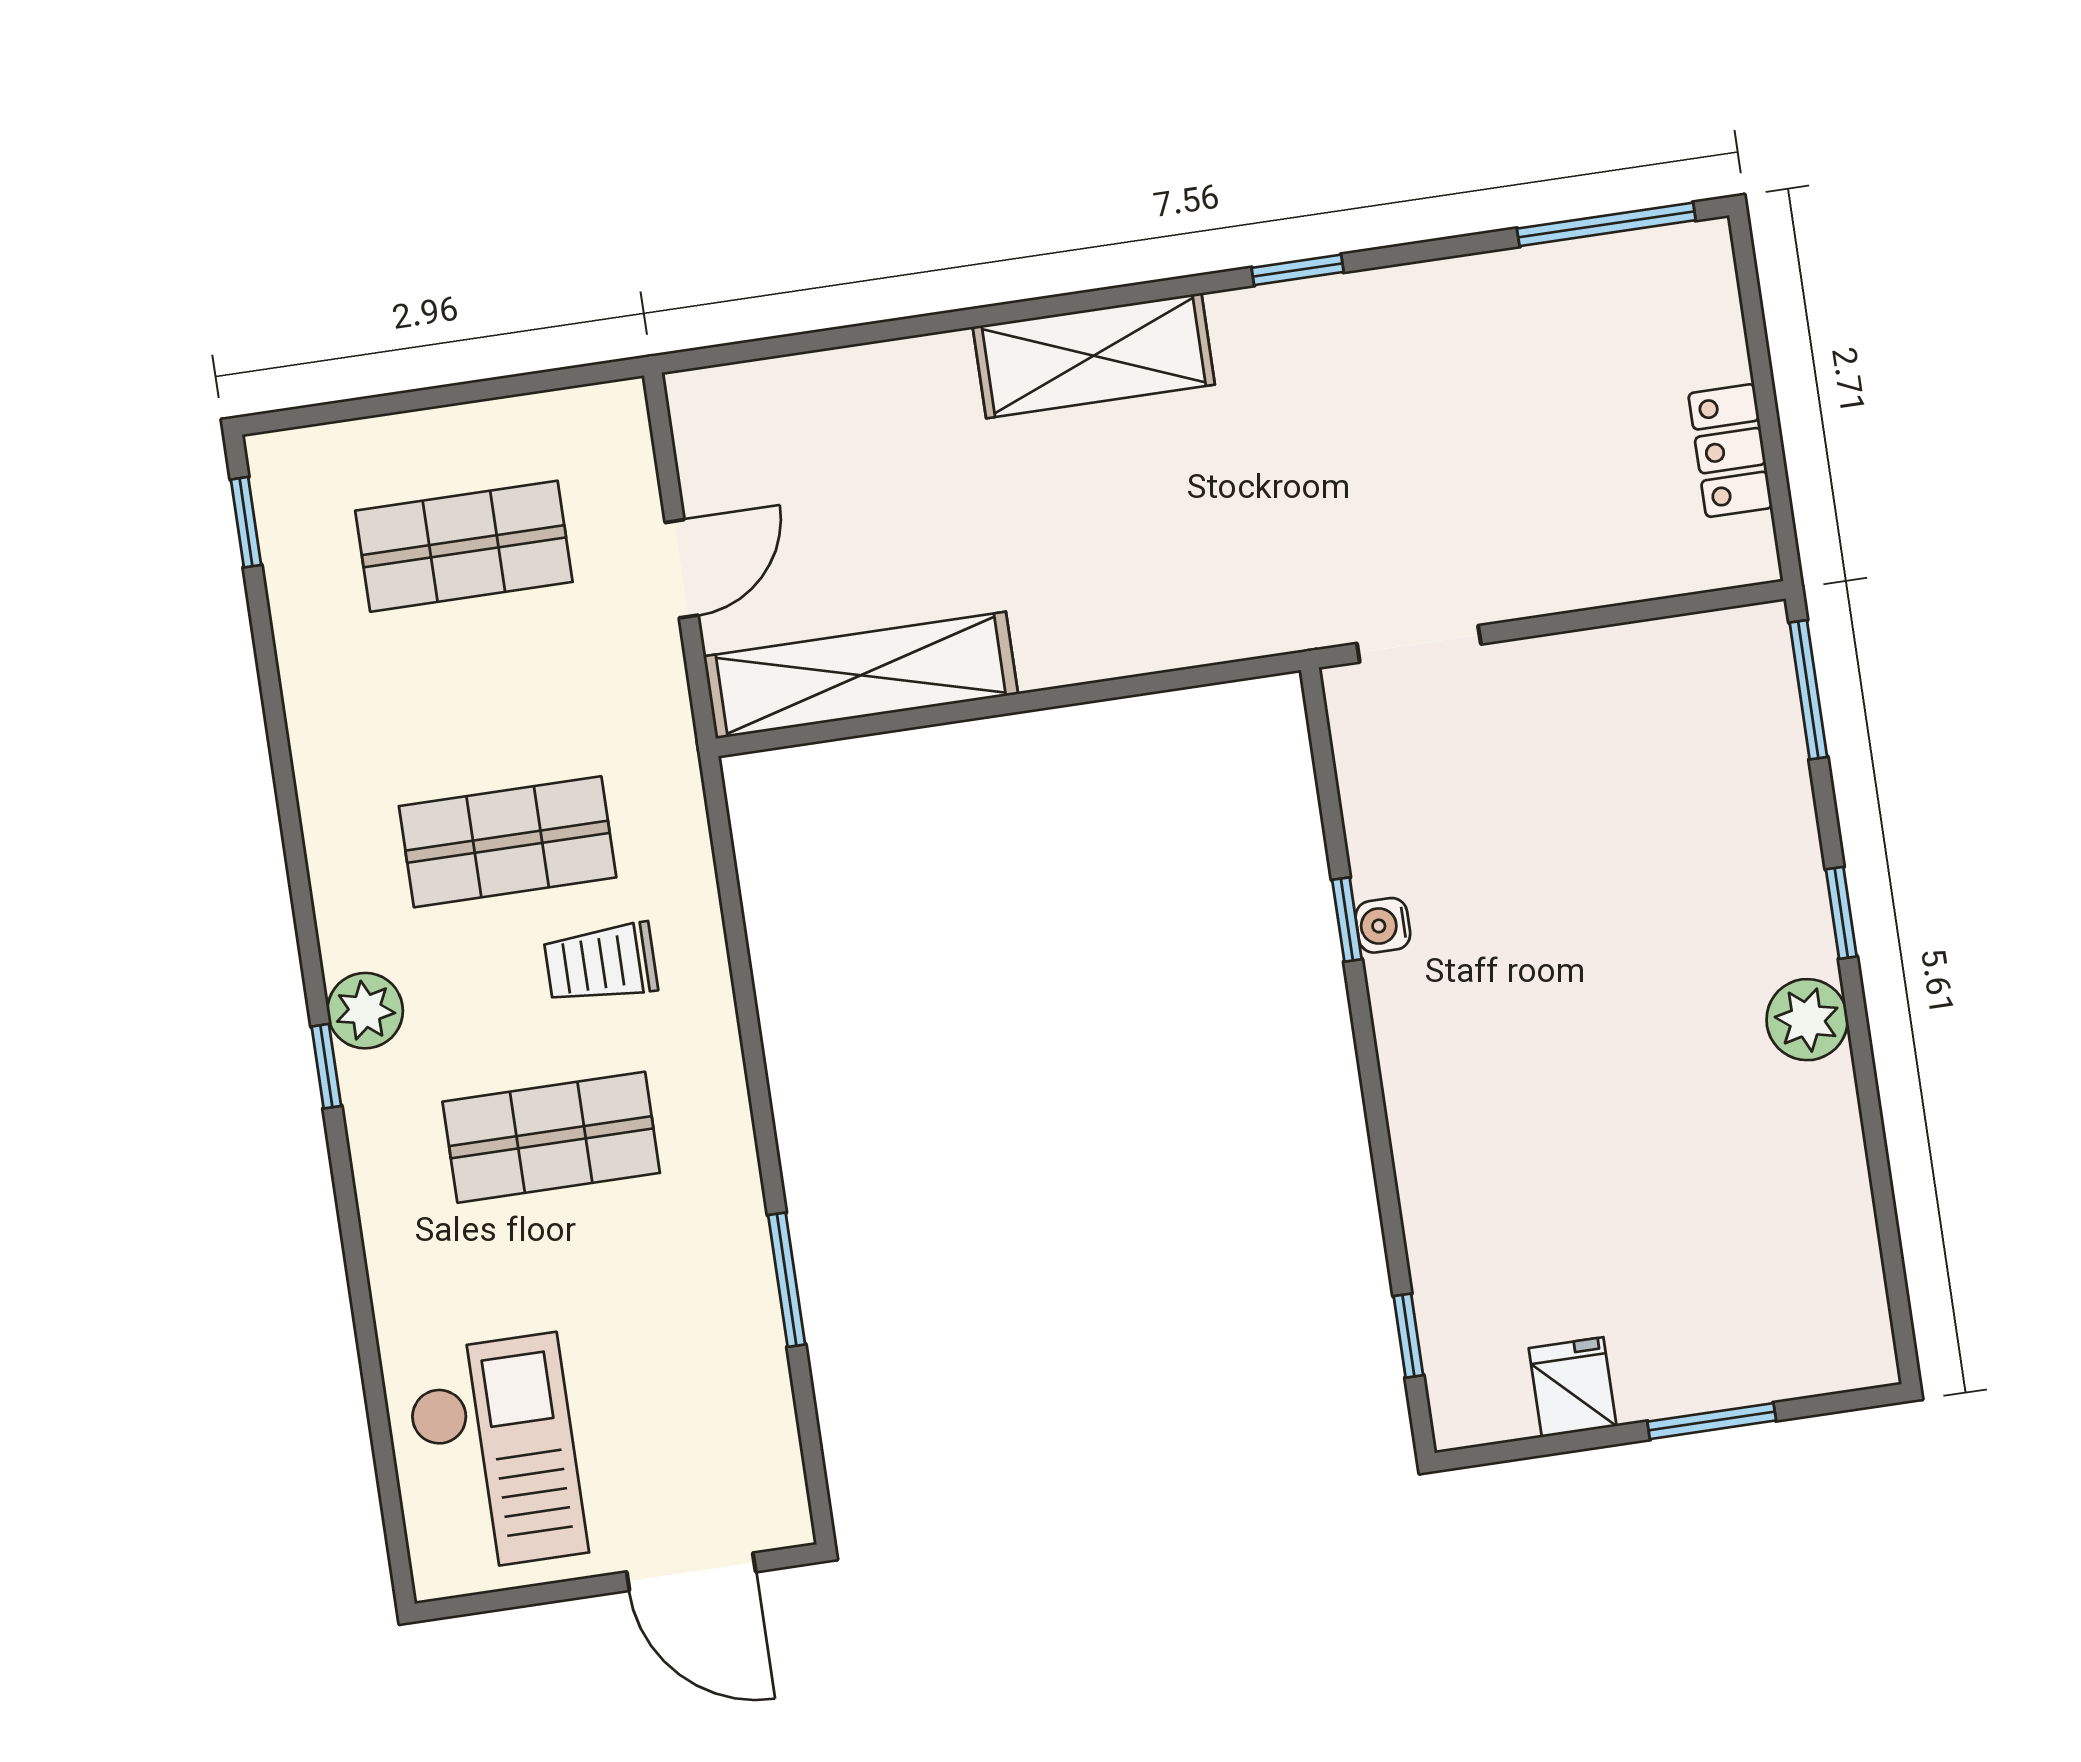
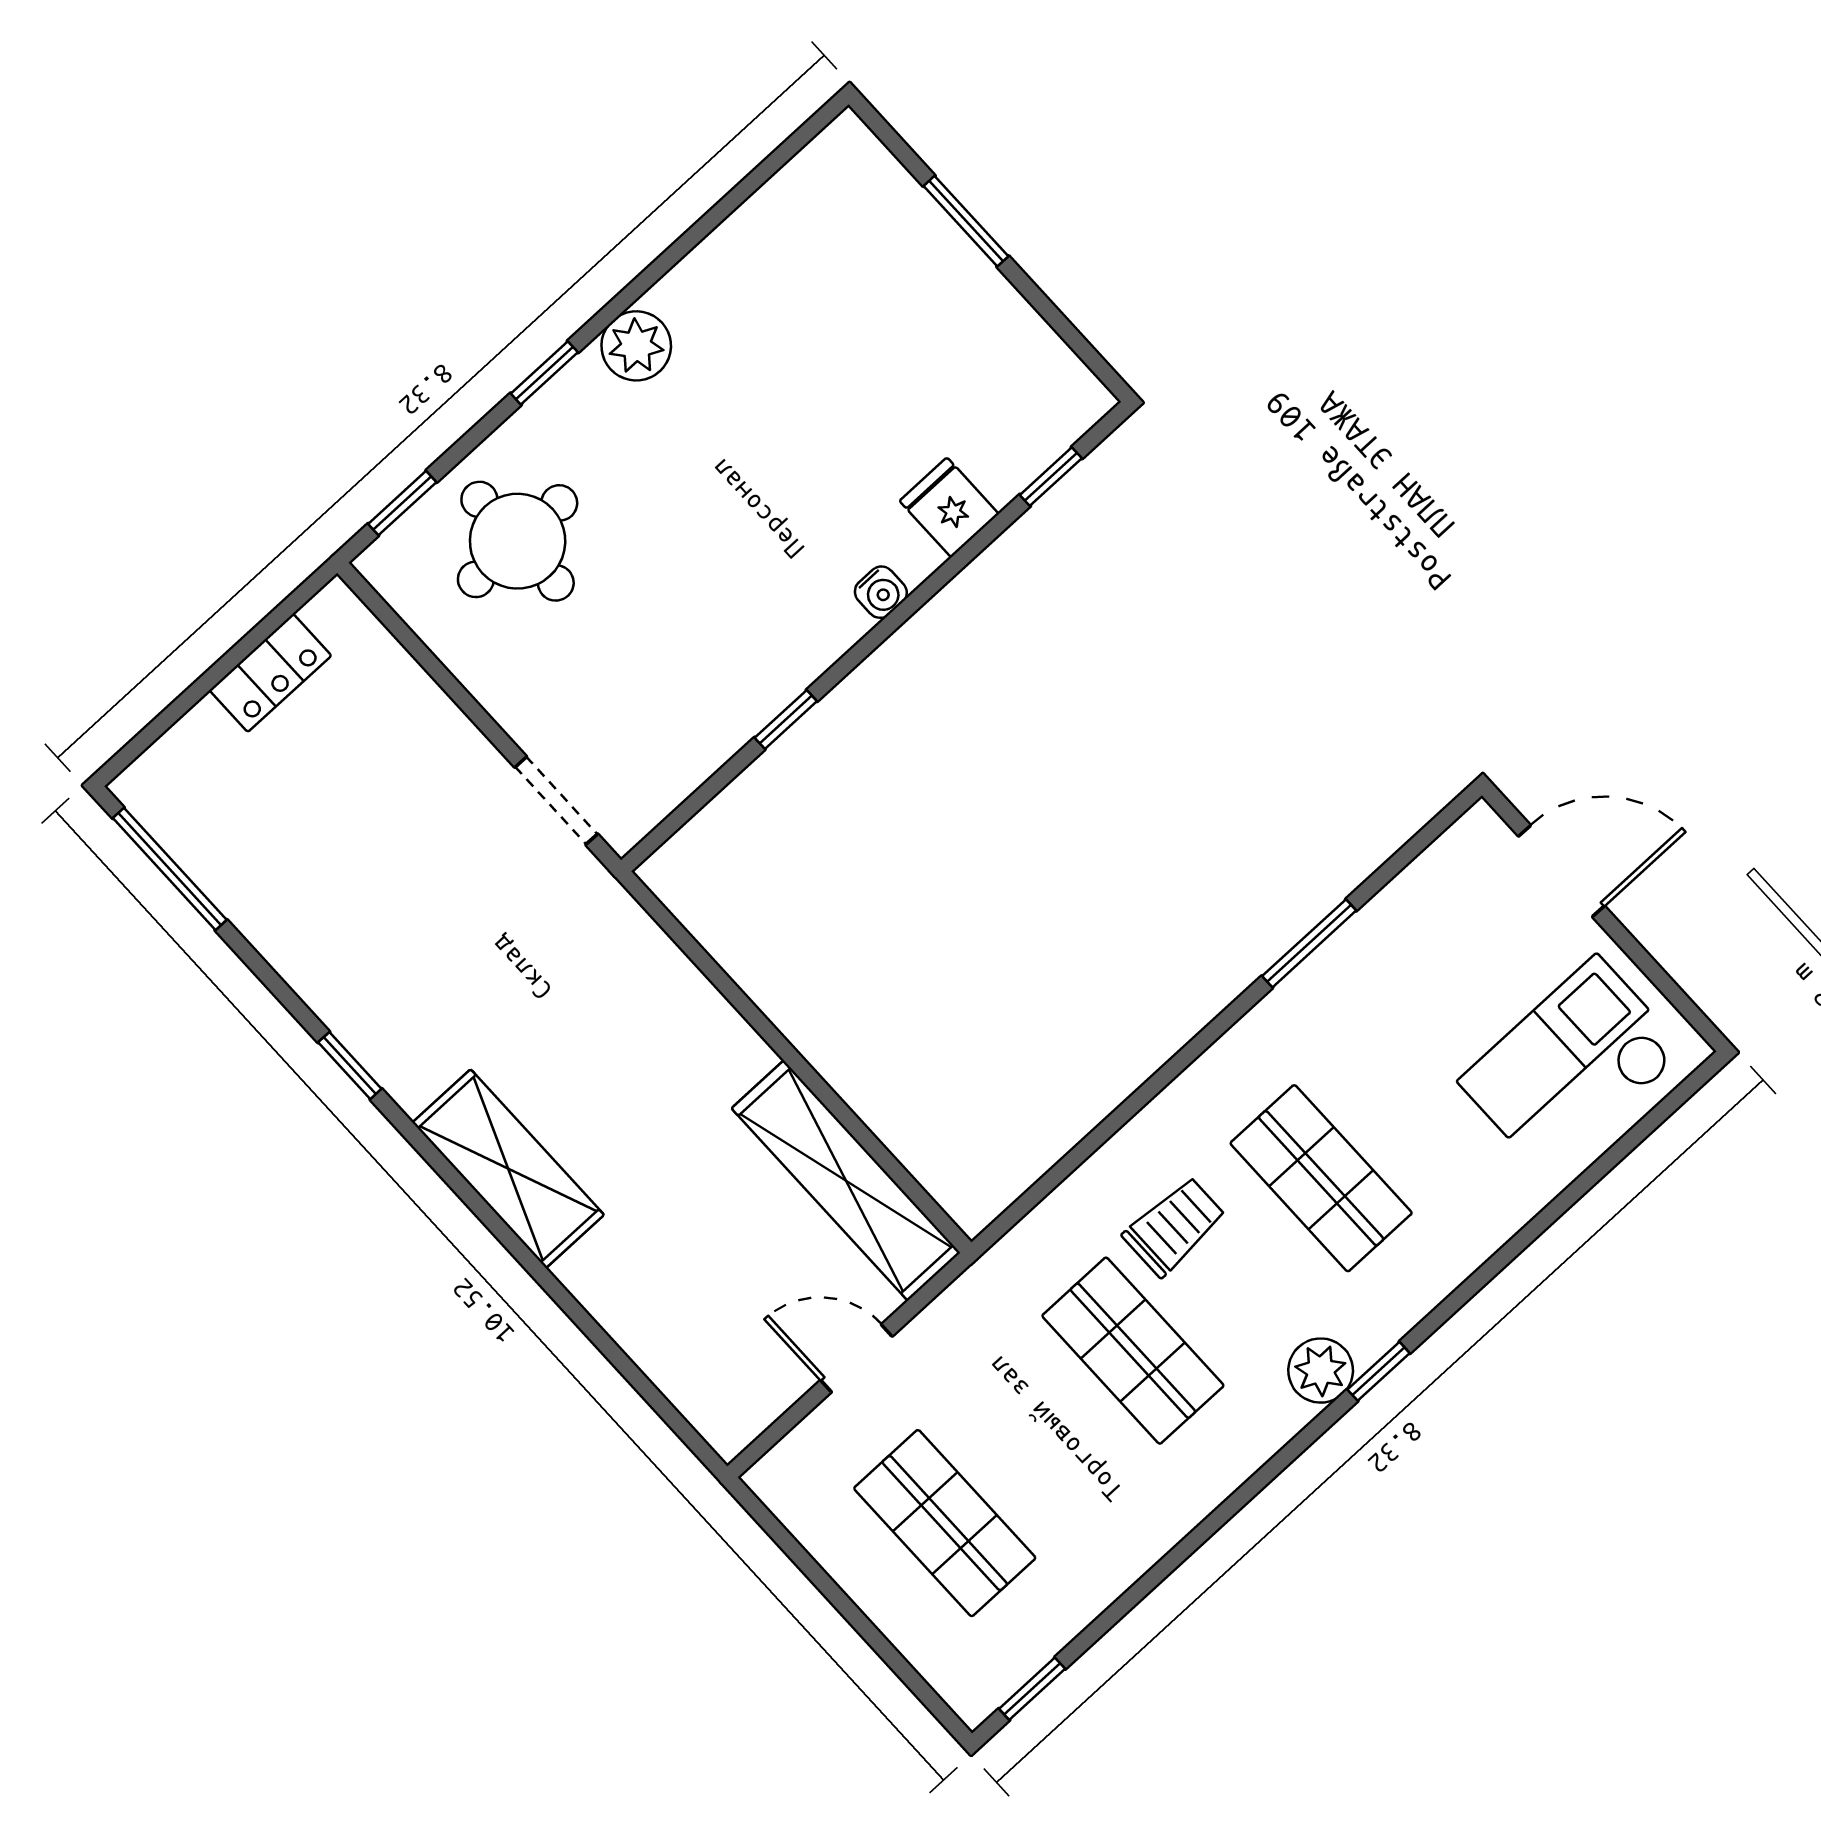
window: (1808, 690) -> (402, 503), width x0.67
round table: (1696, 777) -> (518, 541), added
water cooler: (1383, 925) -> (881, 592), moved
trolley: (601, 963) -> (1174, 1226), turned -90
fridge: (1573, 1387) -> (949, 507), moved, turned 90
door: (691, 1572) -> (1562, 871), hinge flipped

